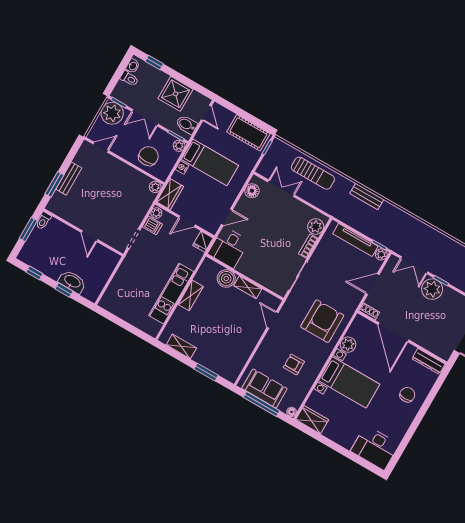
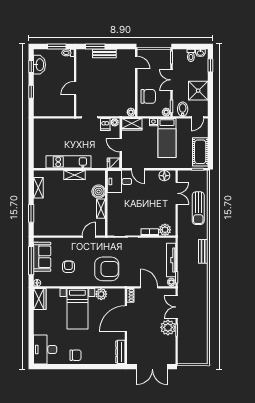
plant: (112, 113) -> (162, 57), removed
washbasin: (72, 282) -> (40, 65), moved
chair: (407, 395) -> (76, 355), moved

